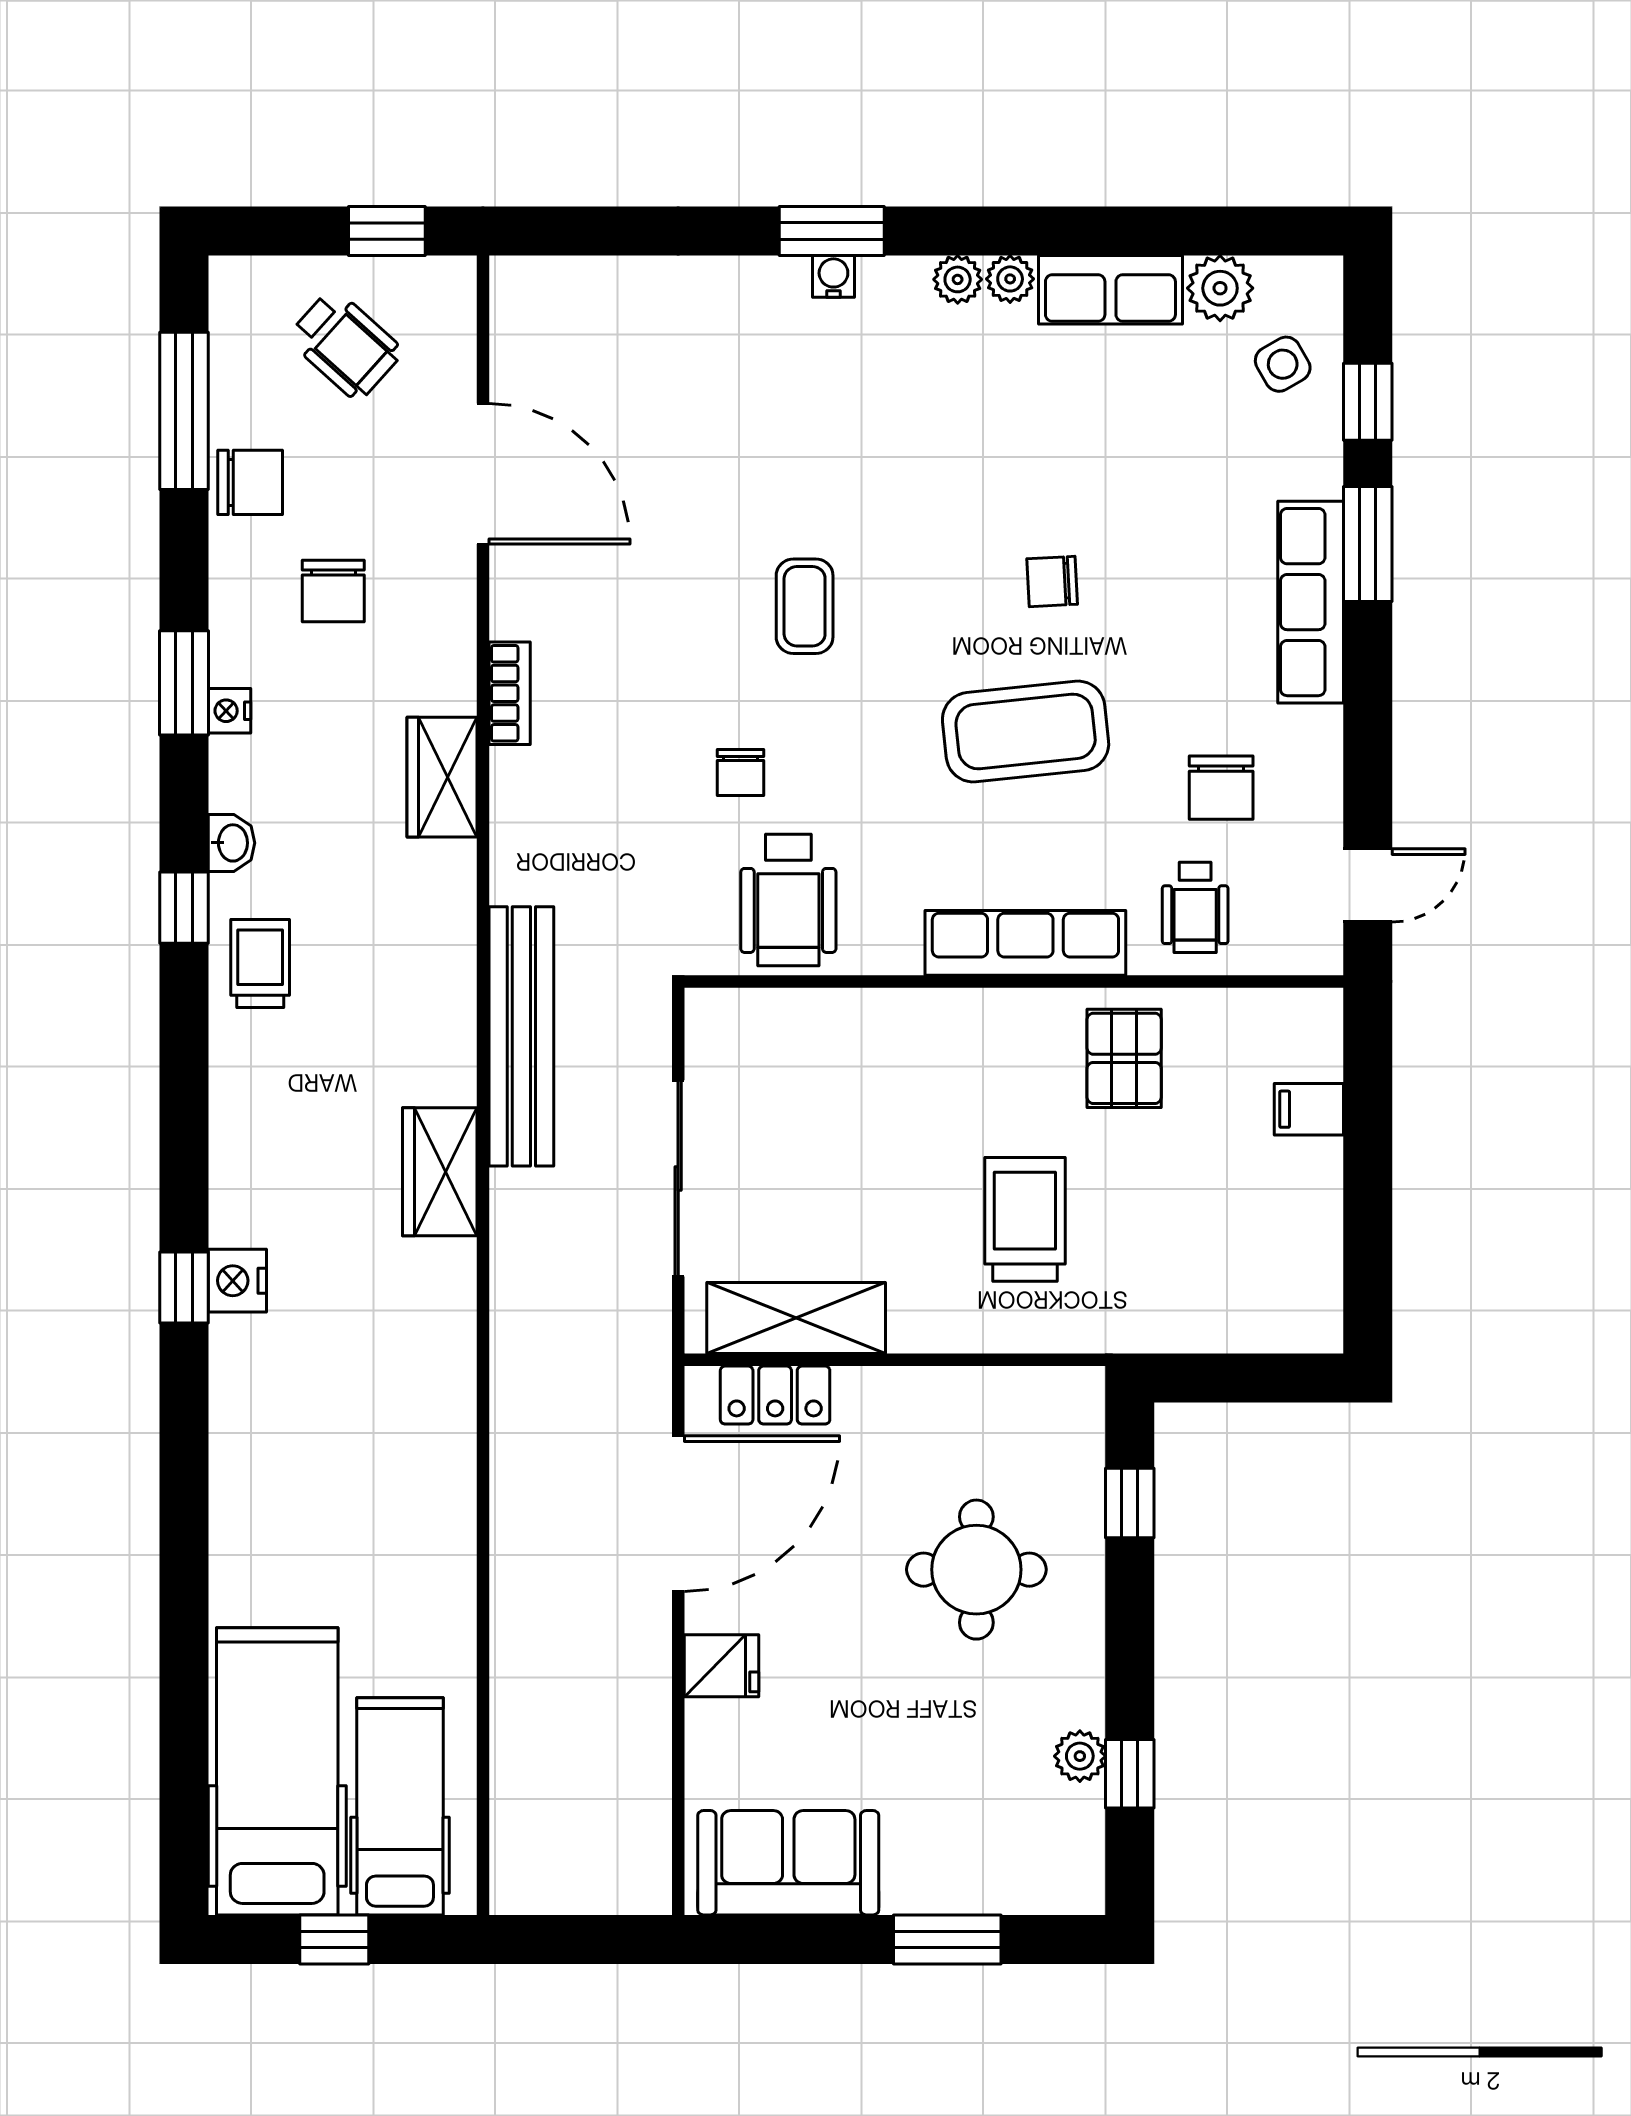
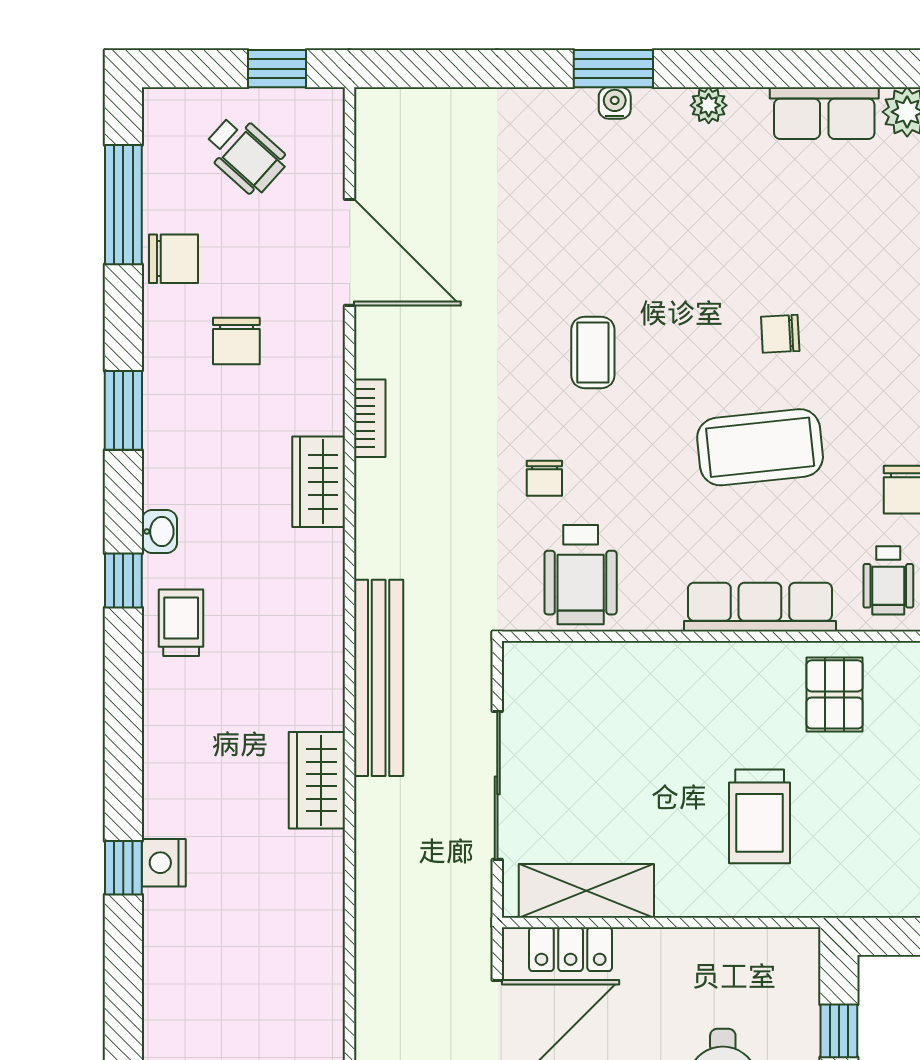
plant: (1010, 279) -> (748, 105), removed
nightstand: (229, 711) -> (158, 432), removed
trolley: (1025, 1219) -> (760, 816), turned 180

